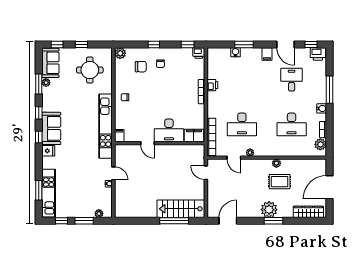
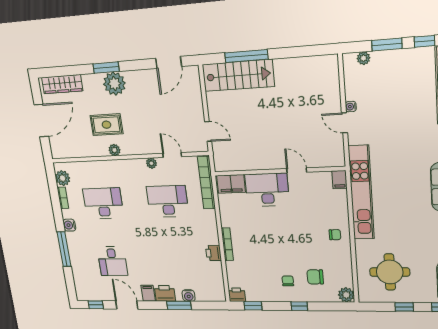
printer: (318, 54) -> (165, 293), moved

